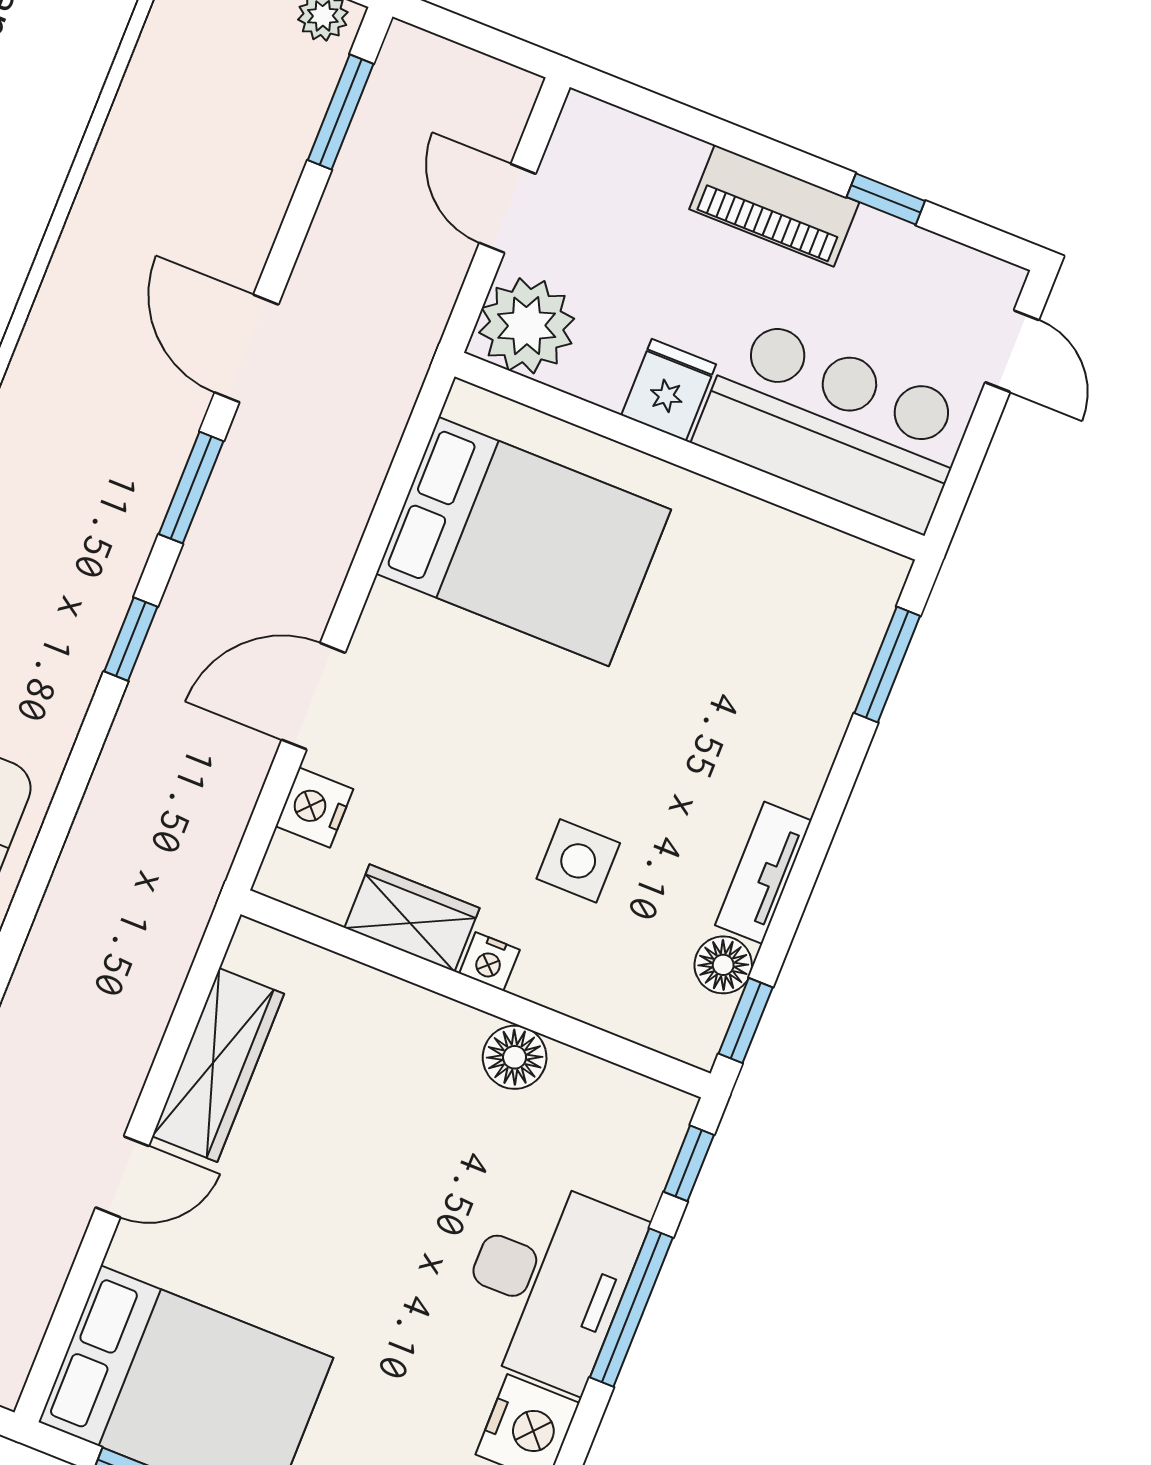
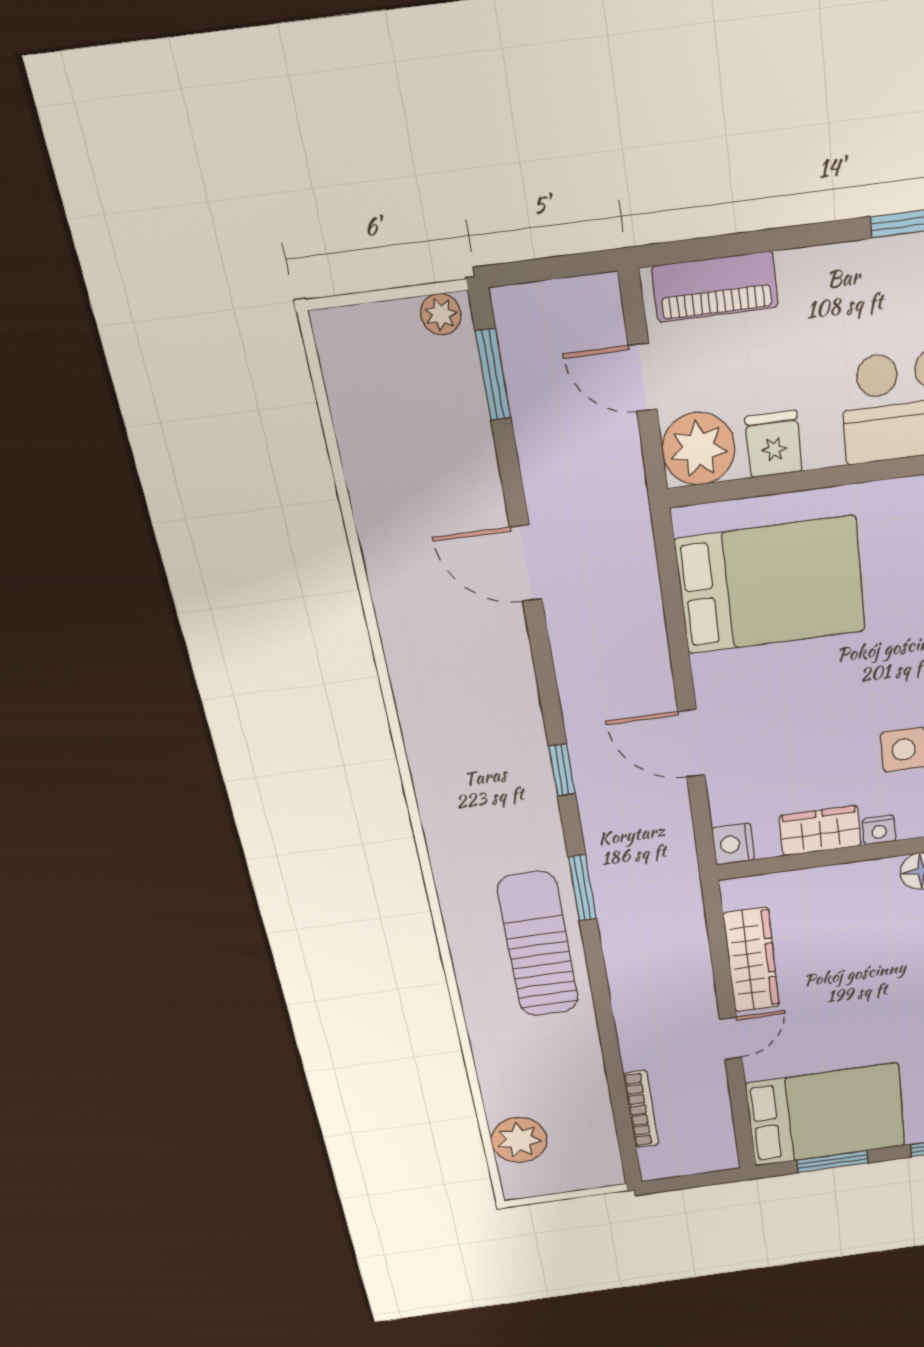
piano: (774, 206) -> (715, 287), moved
fridge: (669, 390) -> (774, 444), moved
window: (191, 488) -> (582, 888), moved
door: (313, 696) -> (691, 743), hinge flipped
nightstand: (314, 808) -> (733, 844), moved

